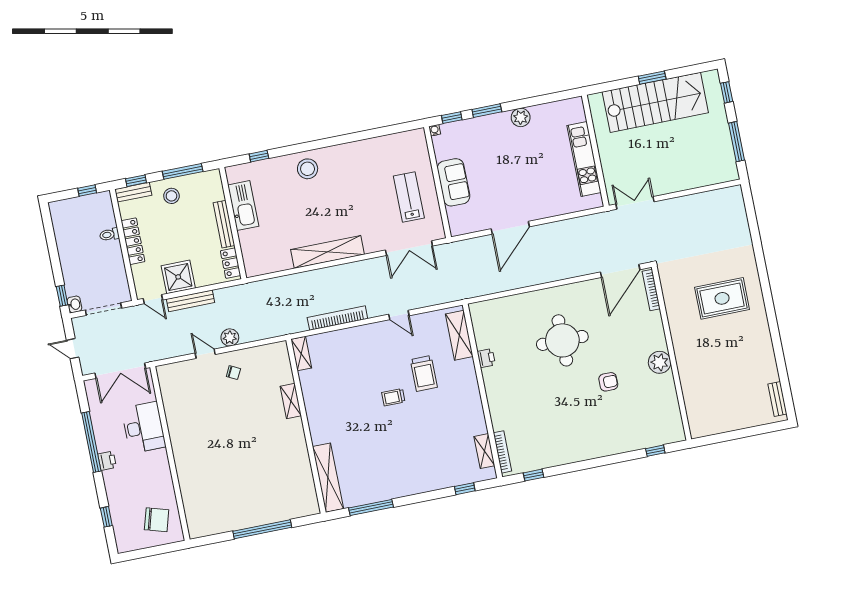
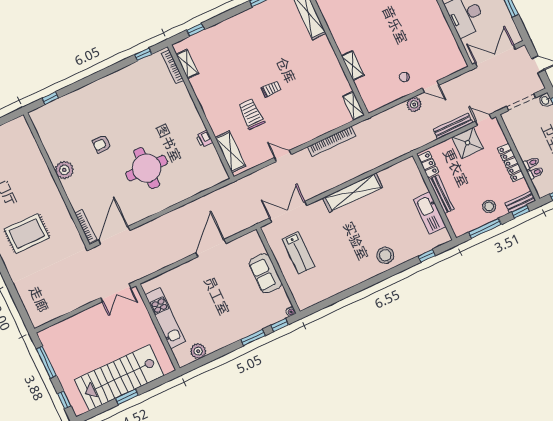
plant: (521, 117) -> (198, 351), moved
toilet: (107, 222) -> (535, 173), added

